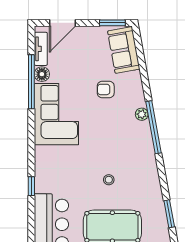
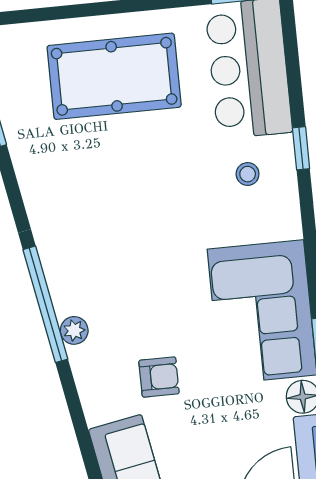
stool: (109, 180) -> (248, 174), moved

